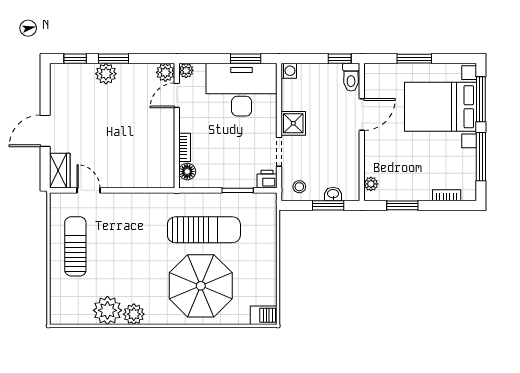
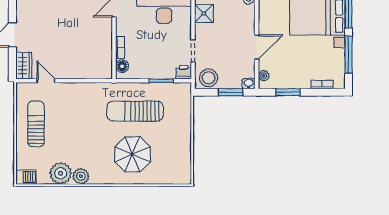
door: (362, 115) -> (257, 47), moved
shower: (293, 123) -> (204, 14), moved
stool: (299, 187) -> (209, 78), width x1.89, depth x1.89
washbasin: (333, 194) -> (248, 84), moved
sun lounger: (204, 230) -> (135, 111), turned 180
parasol: (201, 286) -> (133, 154), width x0.73, depth x0.73
barbecue: (264, 315) -> (26, 177), moved

